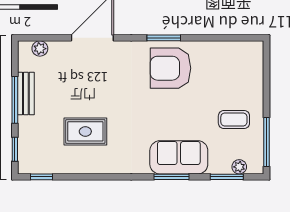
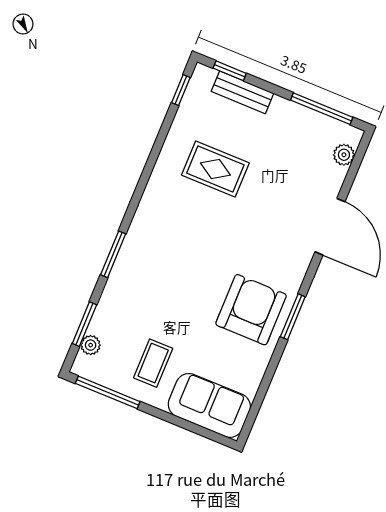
bench: (26, 93) -> (242, 92), moved
window: (15, 100) -> (322, 109), moved
rug: (85, 131) -> (215, 169), turned 90
sofa: (179, 157) -> (209, 405), moved, turned -90

